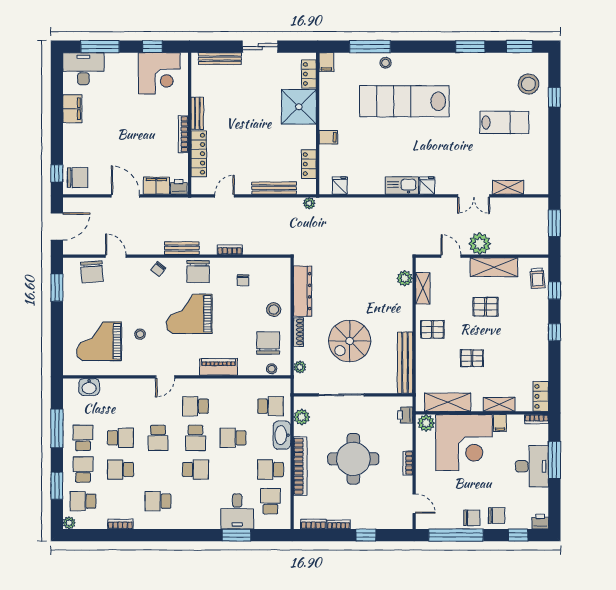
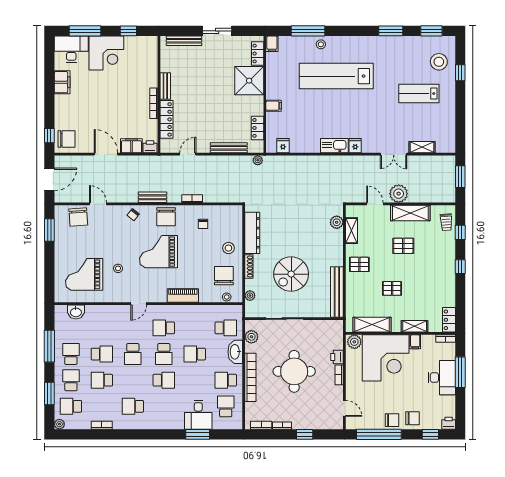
corner desk: (159, 73) -> (106, 53), moved
lab bench: (504, 122) -> (419, 94), turned 180
printer: (405, 415) -> (337, 357), moved

